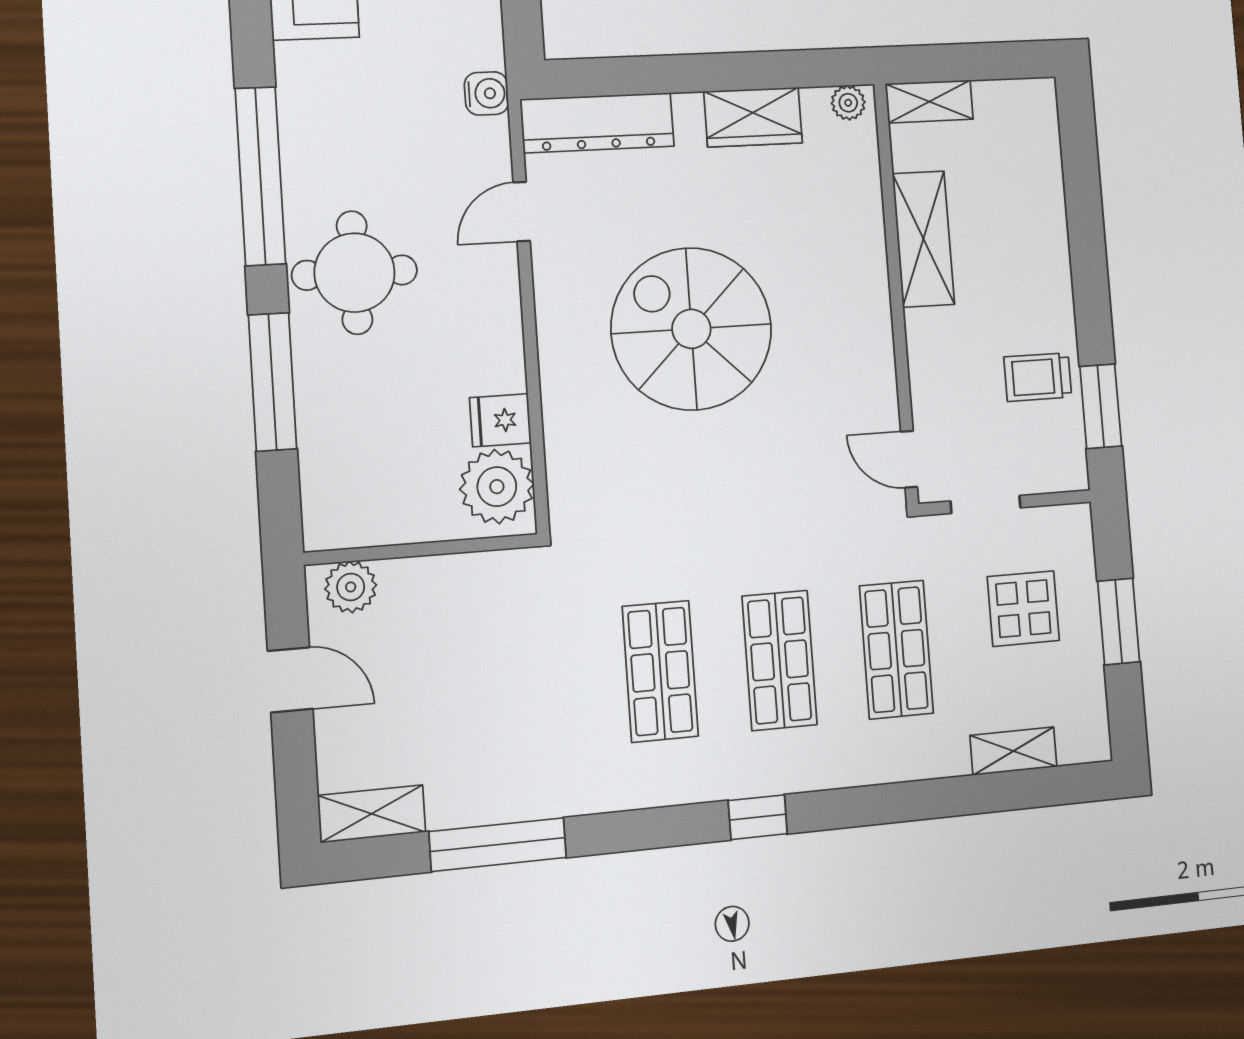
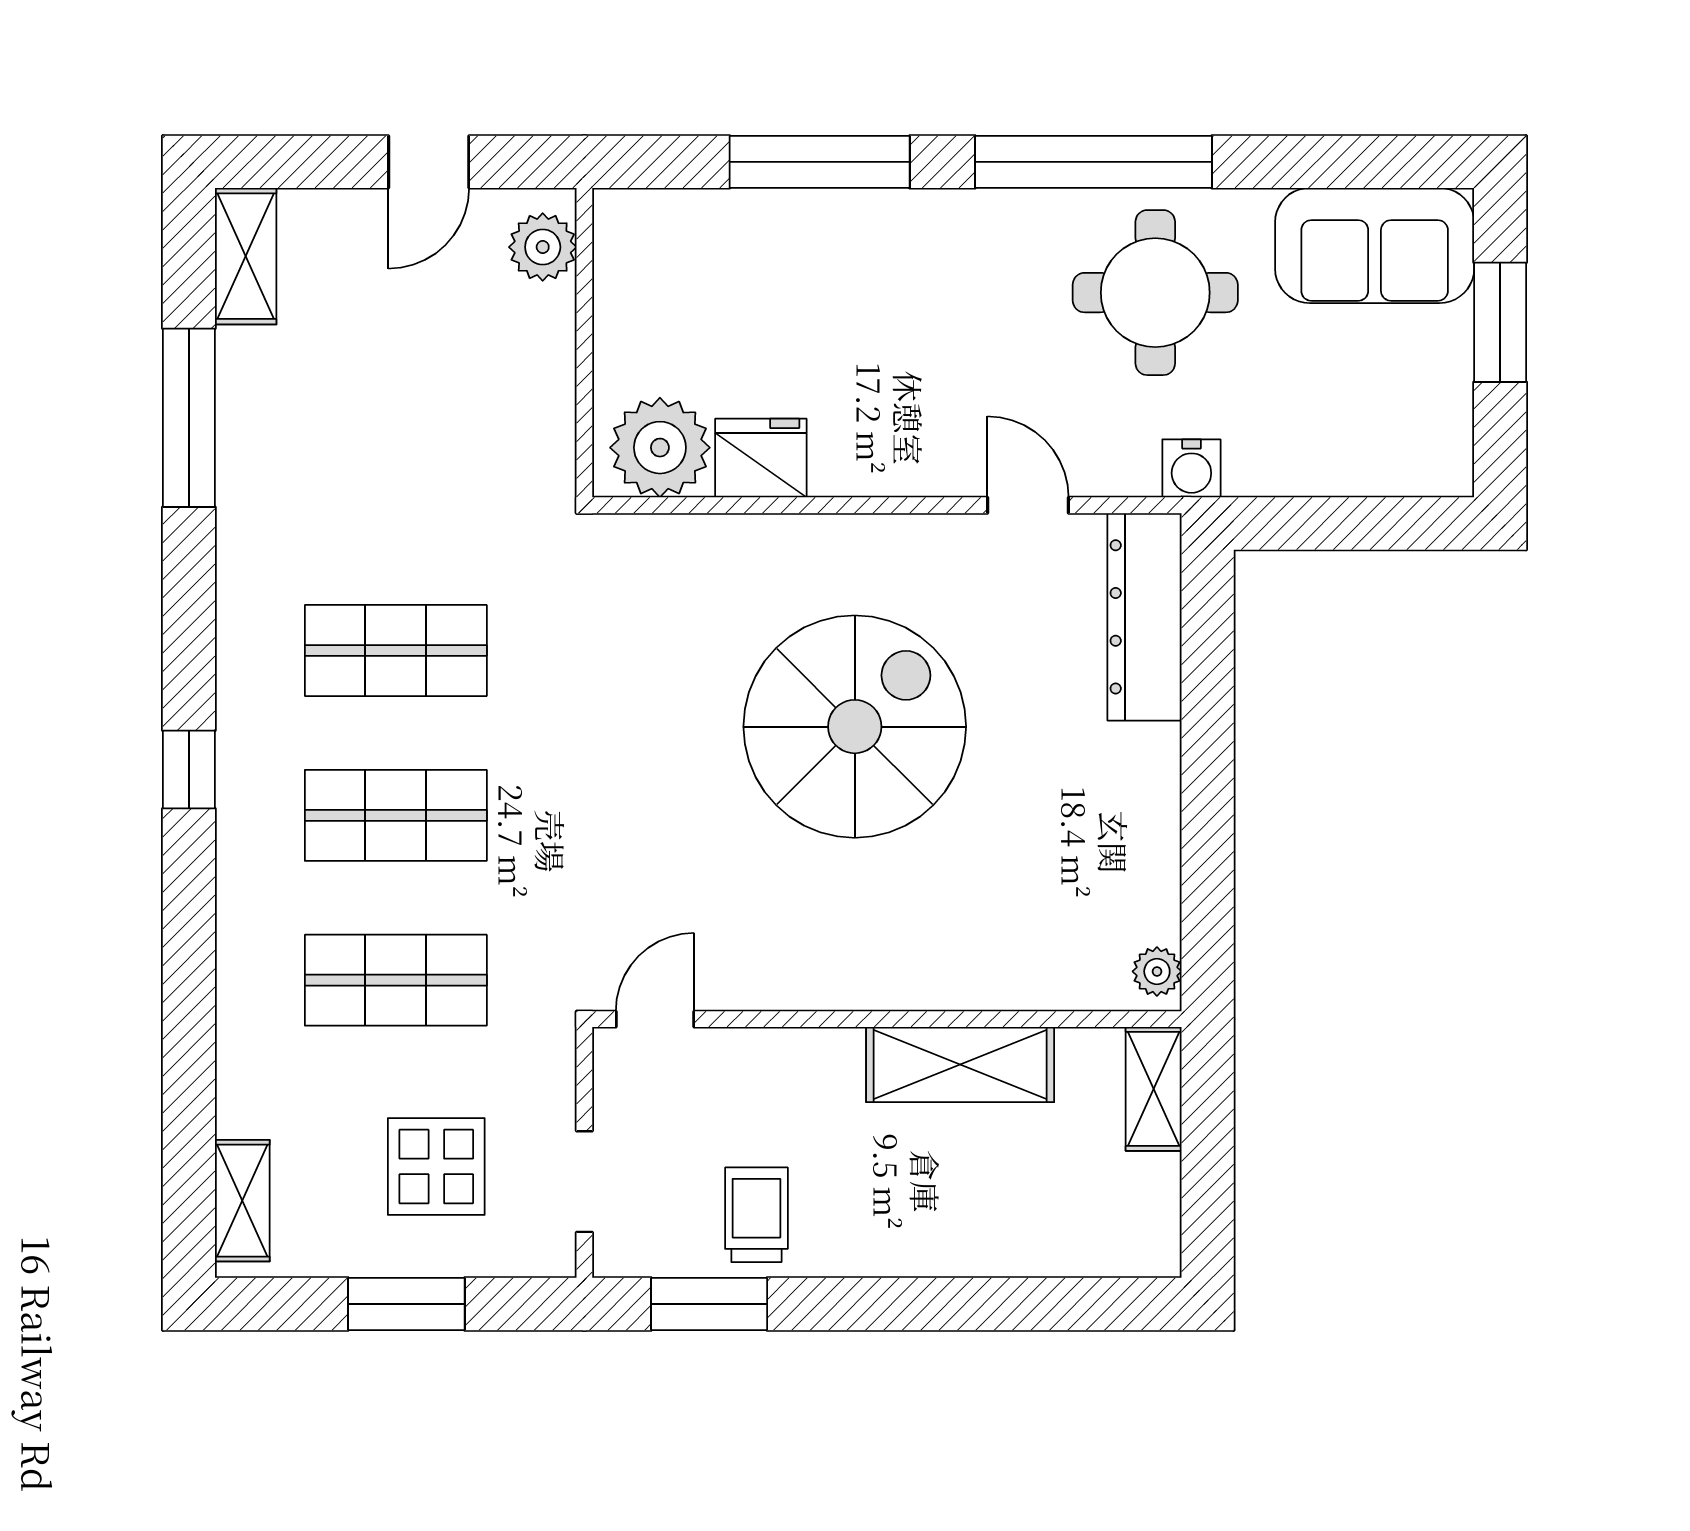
wardrobe: (753, 117) -> (1143, 834), removed
round table: (355, 273) -> (1155, 293), moved
fridge: (500, 420) -> (761, 458), width x1.38
doorway: (985, 504) -> (584, 1182), moved
shelving: (1014, 751) -> (242, 1201), moved

